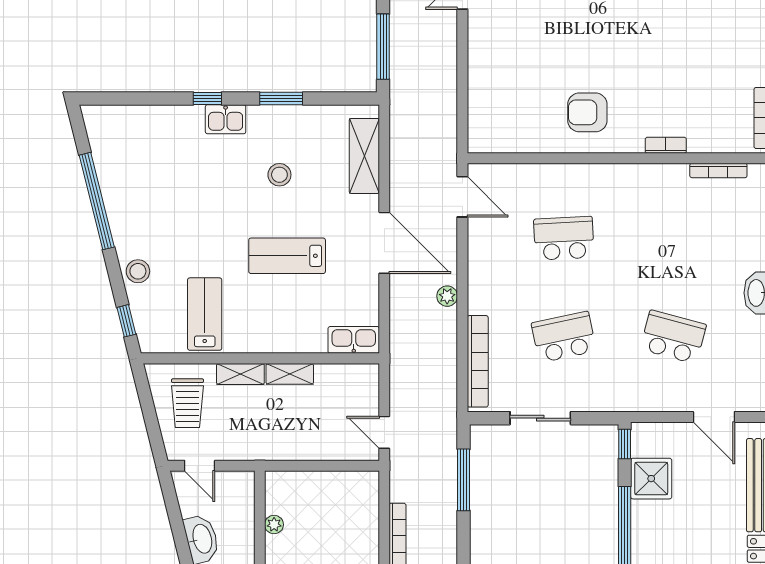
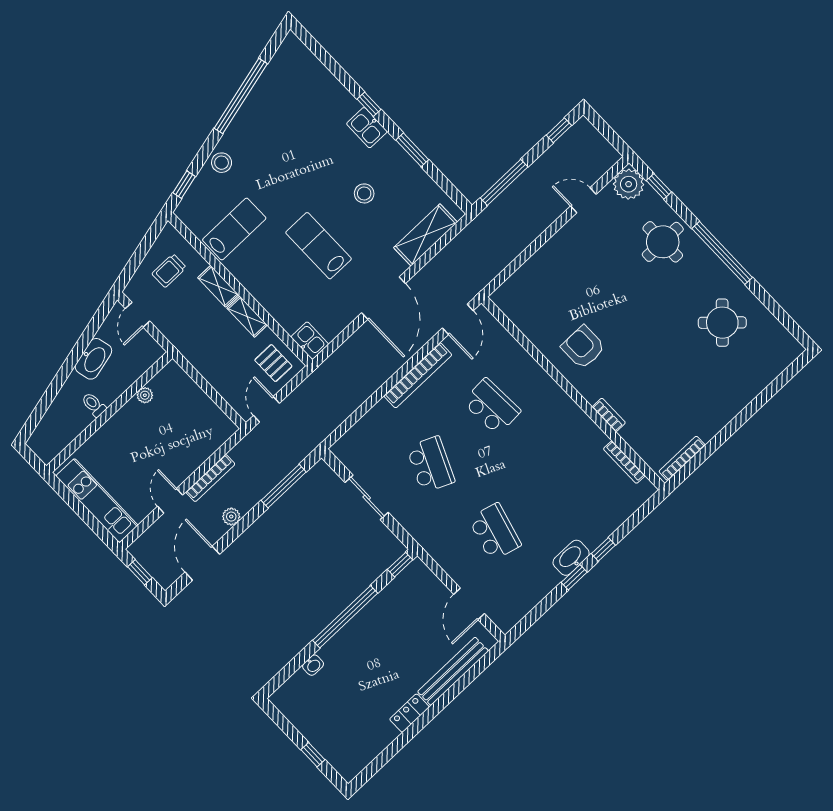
plant: (447, 296) -> (231, 517), moved
school desk: (564, 337) -> (431, 464), turned 36
kitchen sink: (354, 340) -> (310, 341), width x0.73
bookcase: (478, 361) -> (418, 375), moved
pallet: (351, 389) -> (273, 363), added
trolley: (187, 403) -> (169, 271), width x0.73, depth x0.72
shower: (651, 479) -> (394, 601), removed

